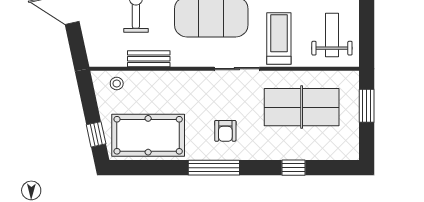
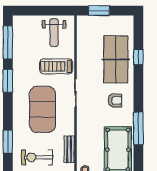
weight bench: (332, 35) -> (54, 33), turned -90
table tennis table: (302, 107) -> (116, 59), moved
window: (214, 168) -> (138, 128), moved

